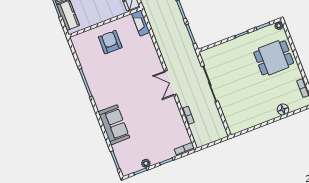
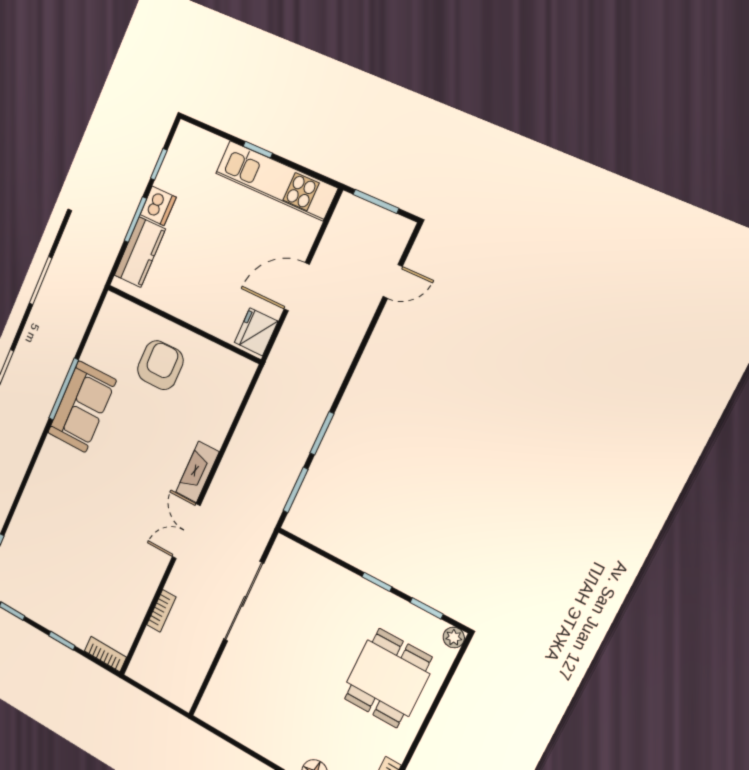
fireplace: (141, 23) -> (197, 472), moved
dining table: (274, 58) -> (388, 678), turned 90
sofa: (114, 125) -> (82, 407), moved
plant: (146, 163) -> (31, 609), removed

